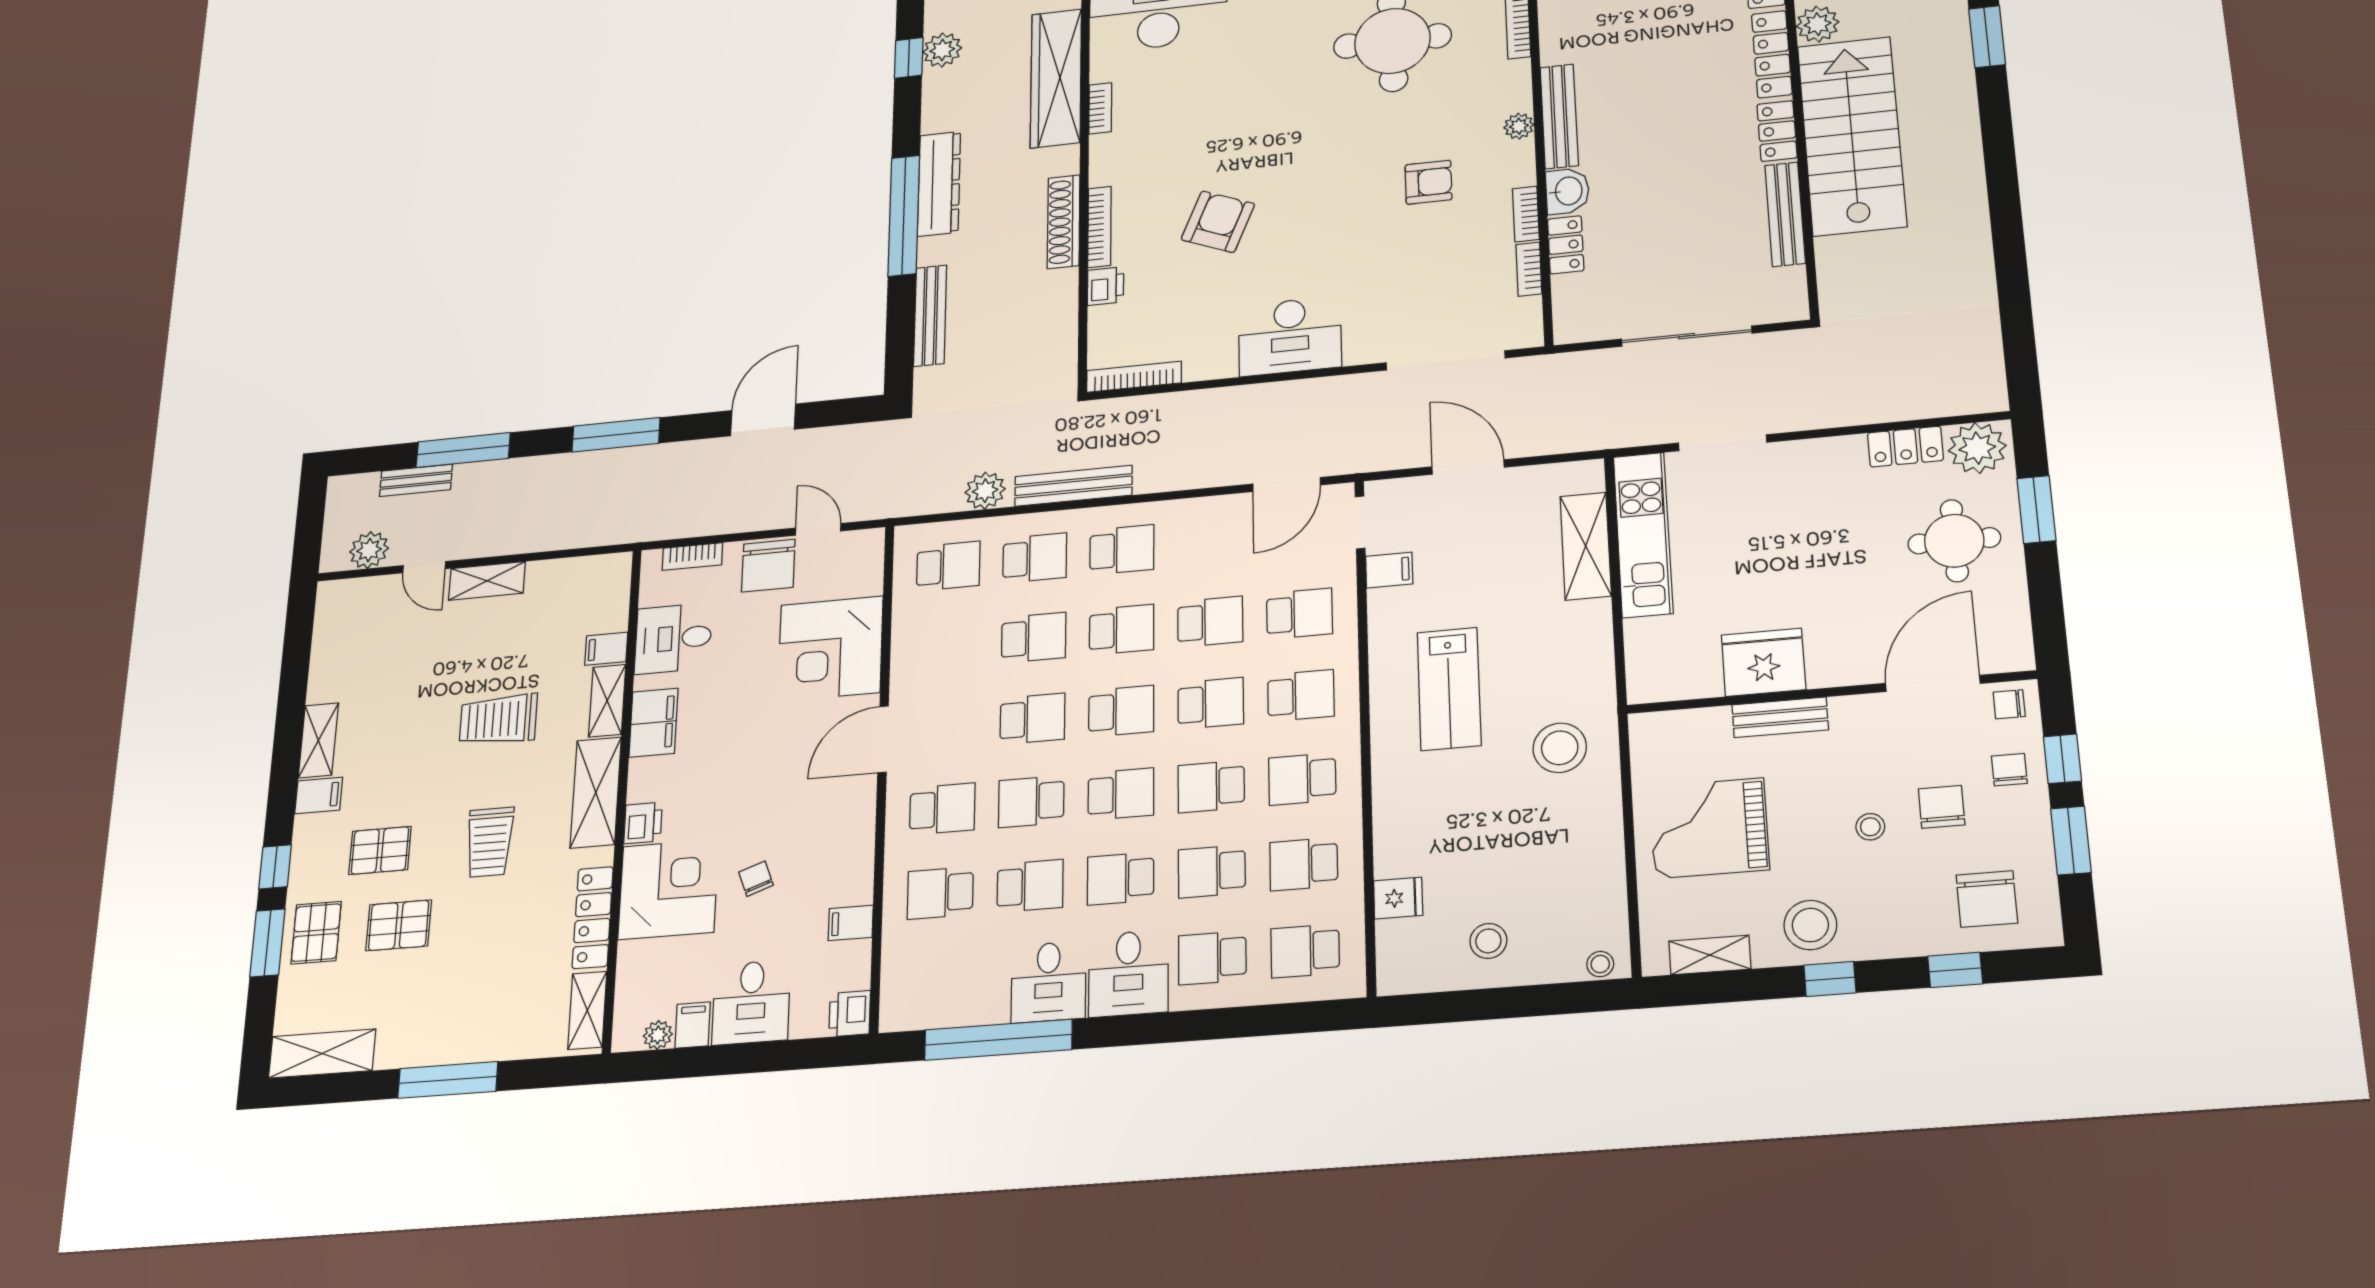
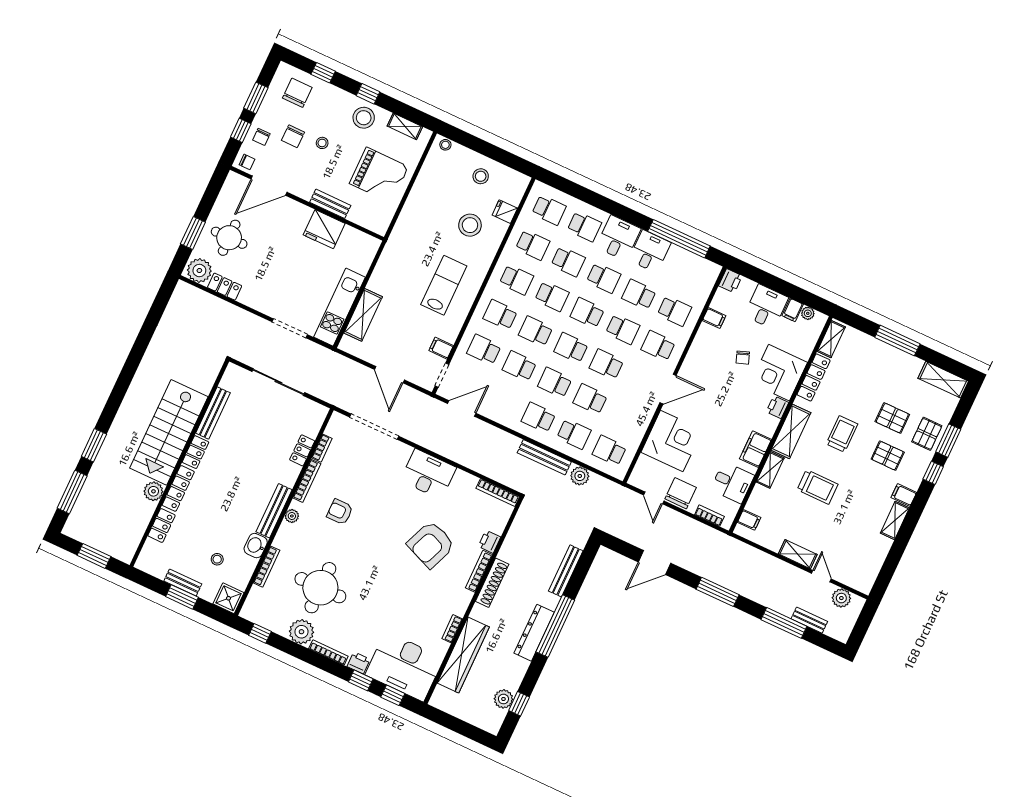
washbasin: (1567, 191) -> (256, 546), moved
bookcase: (1526, 214) -> (307, 481), width x1.56
armchair: (1218, 222) -> (431, 545), width x1.36, depth x1.36
school desk: (1035, 558) -> (574, 434), turned 180
filing cabinet: (606, 649) -> (749, 520), moved
stool: (1560, 748) -> (470, 225), moved

